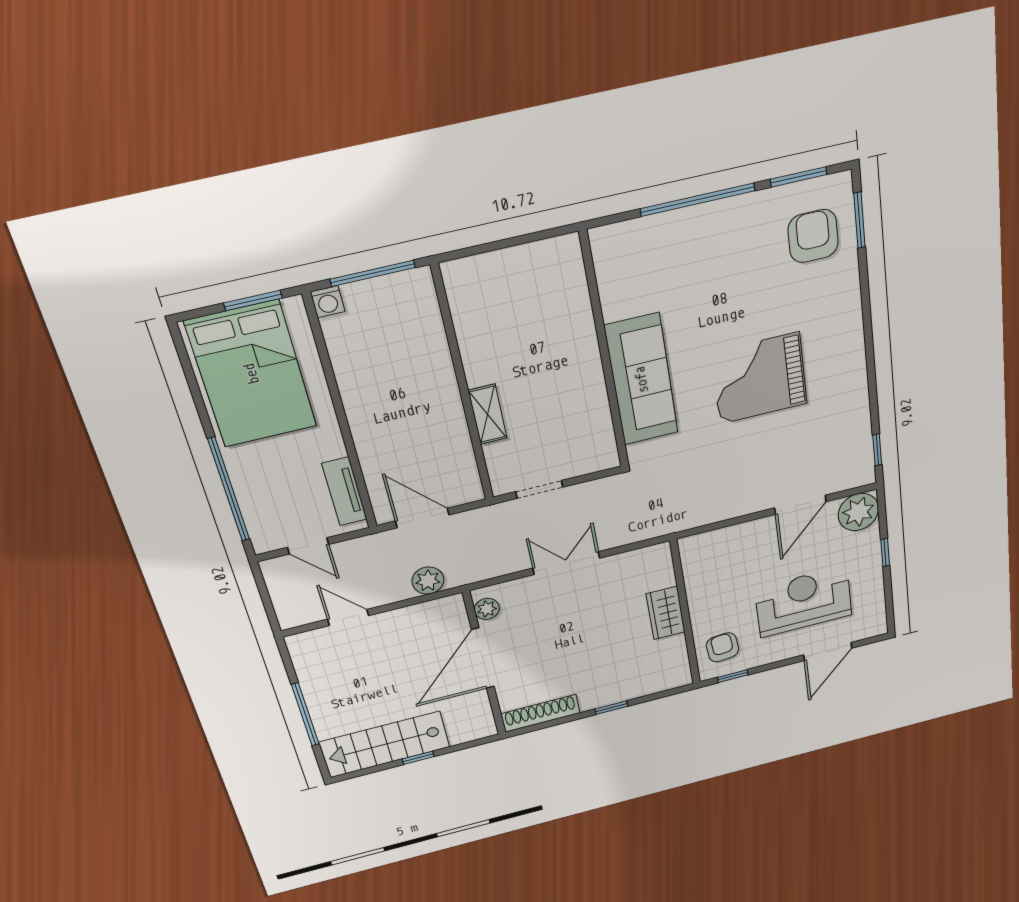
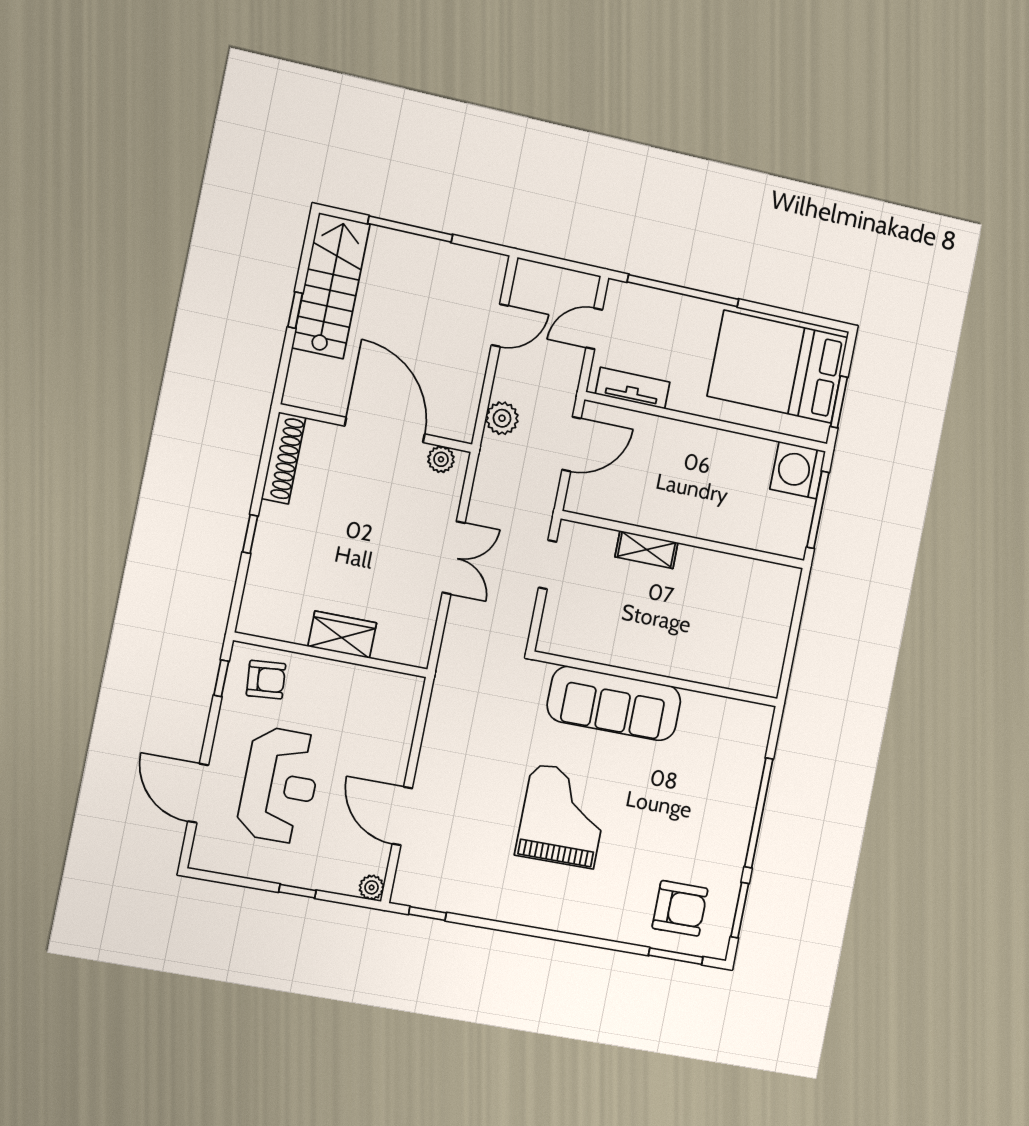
washing machine: (328, 302) -> (798, 470), width x1.89, depth x1.89
plant: (858, 512) -> (372, 887), width x0.53, depth x0.53

